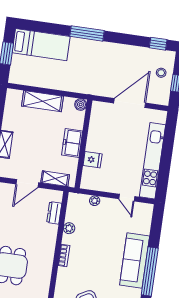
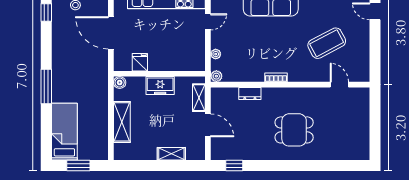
fridge: (93, 160) -> (140, 62), moved
dresser: (54, 213) -> (250, 93), moved
plant: (69, 228) -> (216, 76), moved

